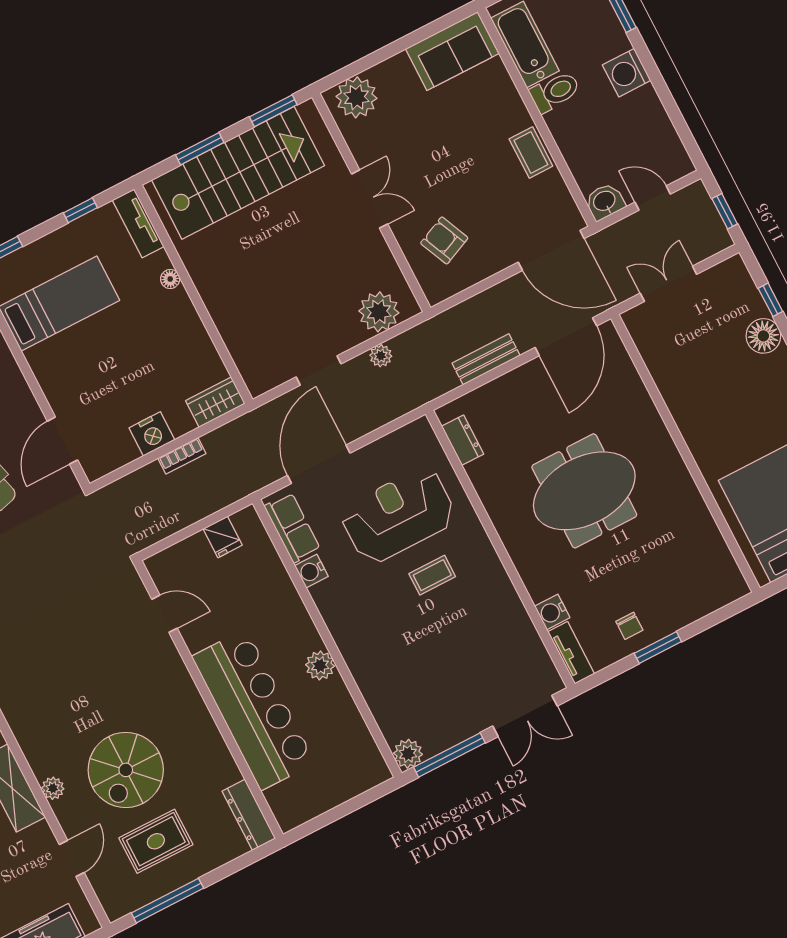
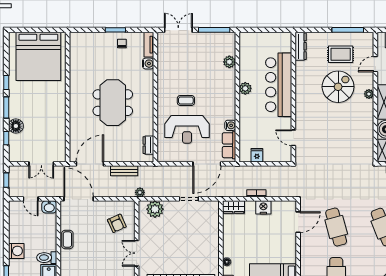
plant: (381, 356) -> (140, 192), moved
meeting table: (584, 491) -> (113, 103), turned 90
plant: (408, 754) -> (229, 62), moved

